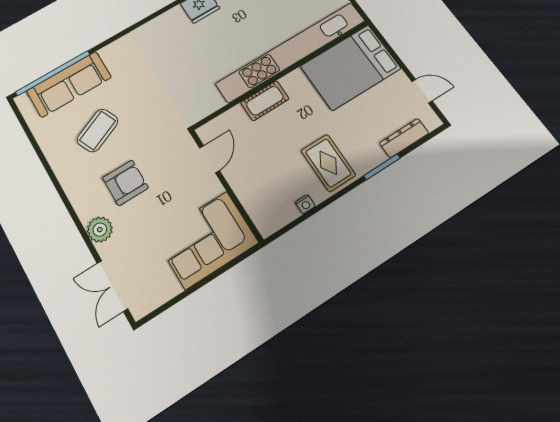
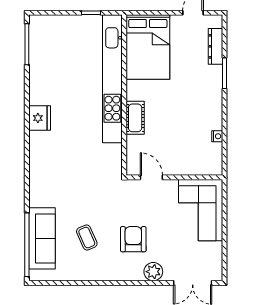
coffee table: (98, 130) -> (87, 237), width x0.73, depth x0.77
rug: (328, 163) -> (201, 105), removed

